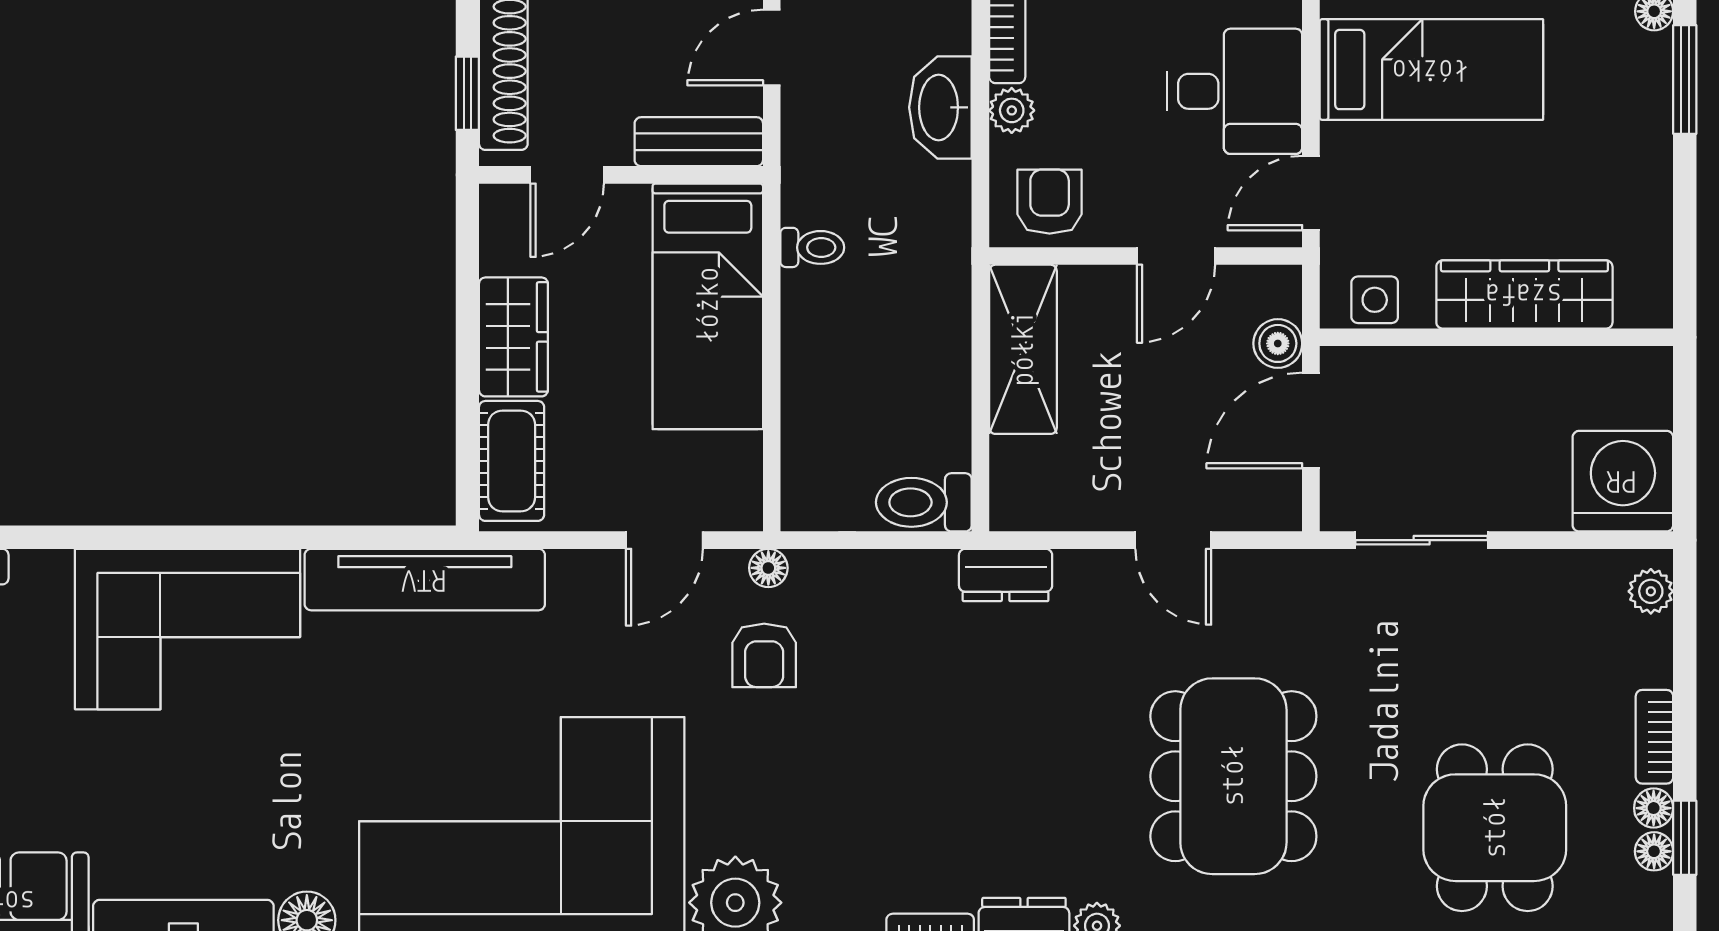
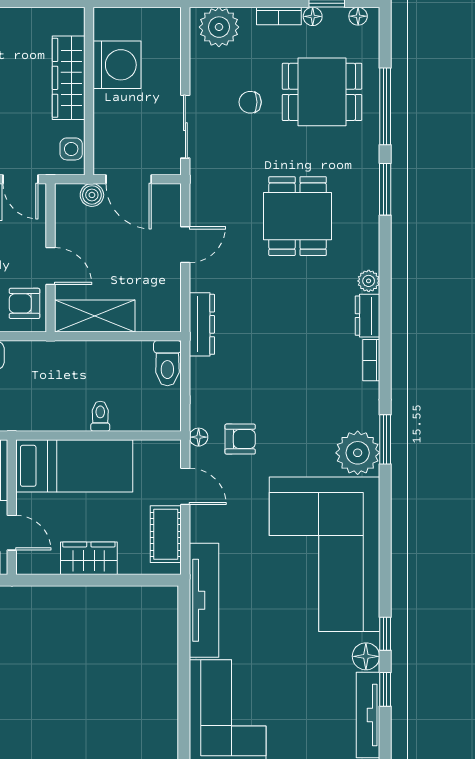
toilet: (812, 247) -> (100, 416), moved
door: (1176, 256) -> (50, 266), moved
cot: (512, 461) -> (166, 534), moved, turned 90
washing machine: (1623, 481) -> (117, 65), moved, turned 180
dresser: (1006, 575) -> (202, 324), width x1.44
plant: (1651, 591) -> (219, 27), width x1.88, depth x1.88
chair: (1473, 676) -> (250, 102), added
dining table: (1233, 776) -> (298, 216), width x0.73
floor lamp: (1654, 851) -> (358, 16), moved

